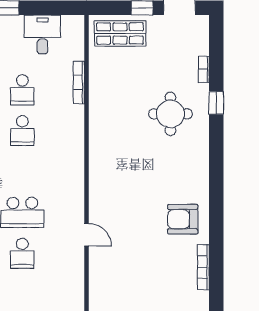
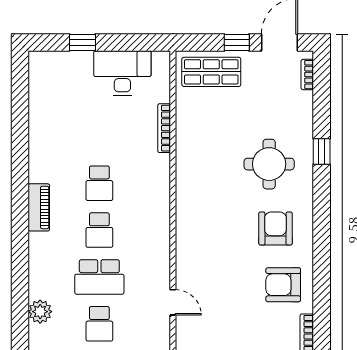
desk: (42, 35) -> (122, 73), width x1.37
bookcase: (204, 69) -> (307, 75), moved
school desk: (22, 90) -> (99, 230), moved
armchair: (176, 170) -> (275, 228), added

